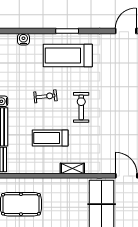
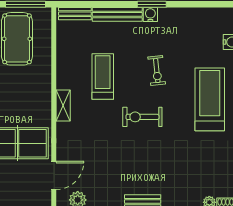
exercise bike: (81, 107) -> (142, 117), turned 180

